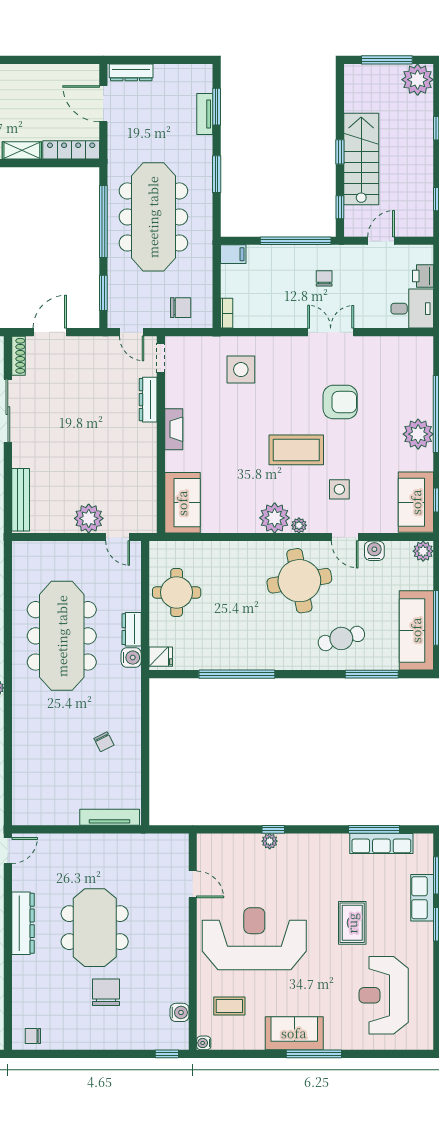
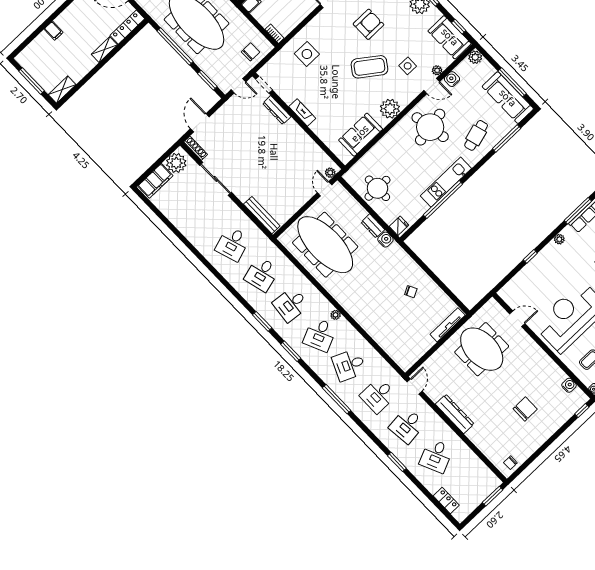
coffee table: (296, 450) -> (369, 67), turned 36
sofa: (182, 503) -> (361, 135), moved, turned -90
plant: (89, 518) -> (330, 173), moved, width x0.53, depth x0.53
plant: (299, 525) -> (437, 70), moved
door: (118, 537) -> (325, 189), swing flipped
meeting table: (62, 636) -> (325, 245), moved
kitchen unit: (259, 658) -> (446, 182), added
plant: (270, 841) -> (559, 239), moved
meeting table: (95, 928) -> (482, 349), moved
chair: (106, 992) -> (525, 409), turned 90

